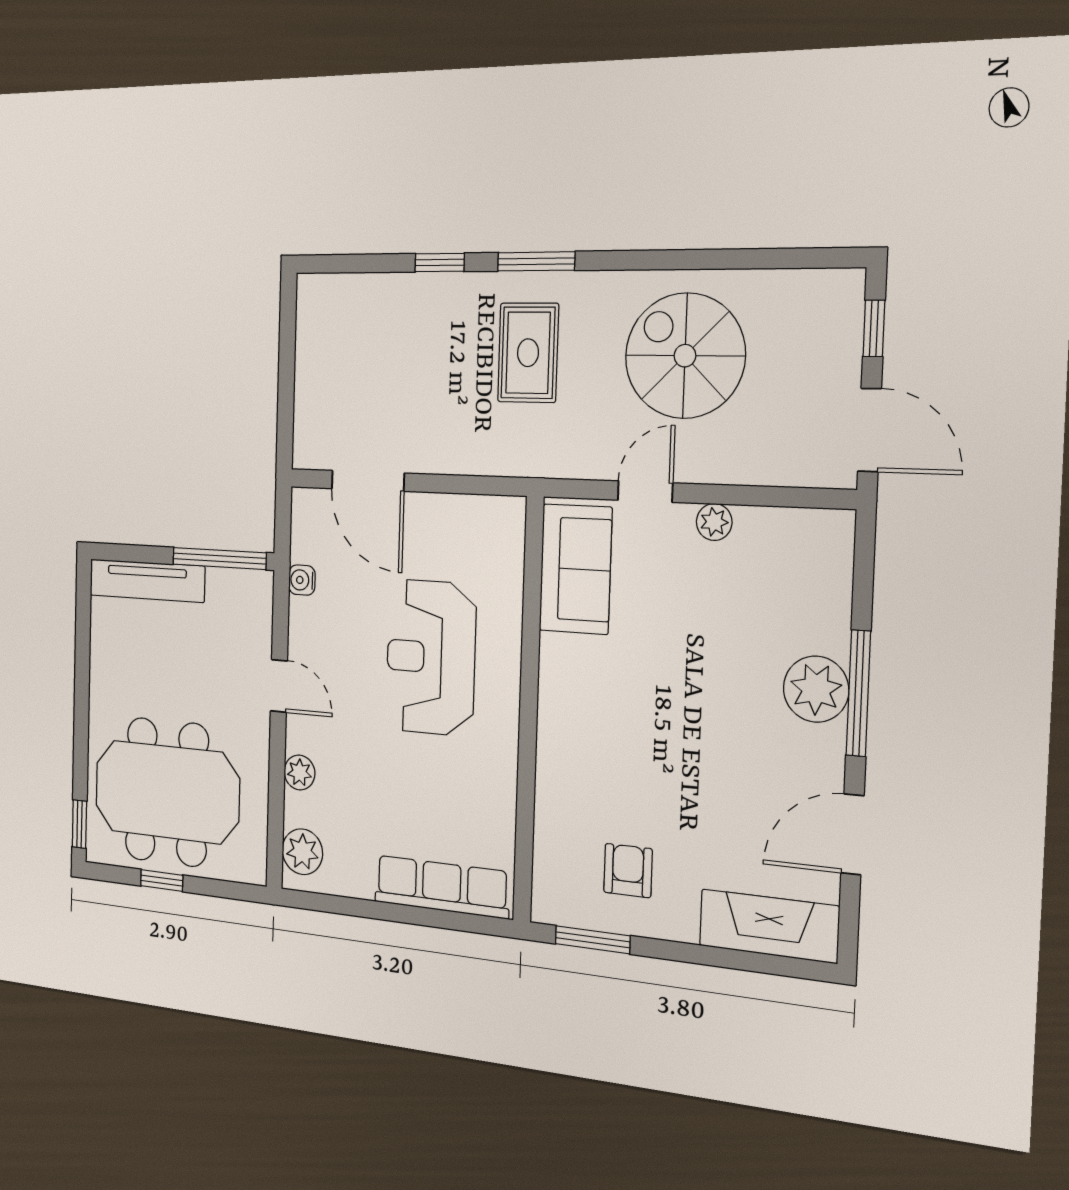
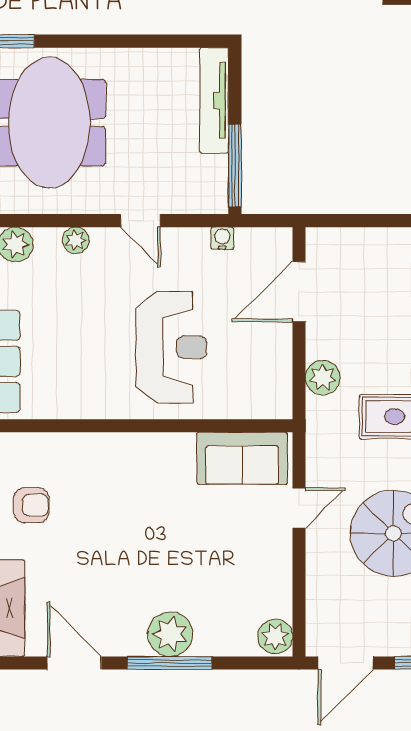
plant: (475, 452) -> (323, 378), added
door: (645, 492) -> (299, 508), hinge flipped
plant: (714, 522) -> (275, 636), moved, width x1.38, depth x1.38
reception desk: (431, 657) -> (171, 347), turned 90
door: (279, 686) -> (140, 221), hinge flipped

